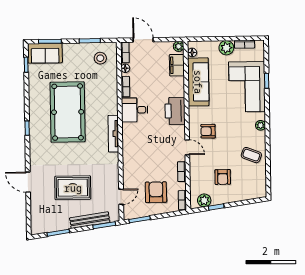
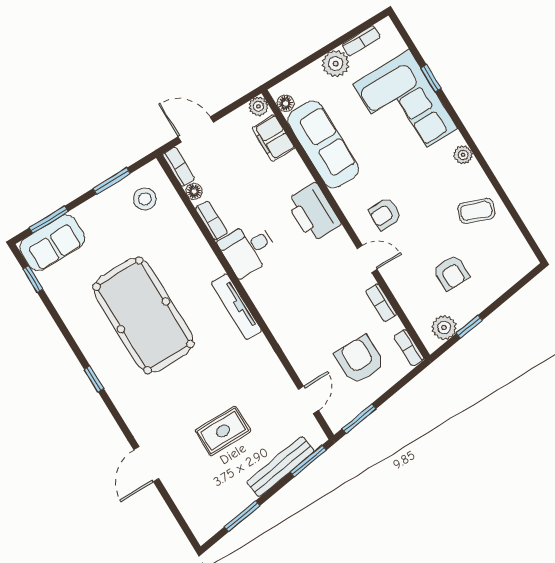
door: (28, 182) -> (146, 464), hinge flipped
rug: (73, 188) -> (223, 431), width x0.73, depth x0.70

